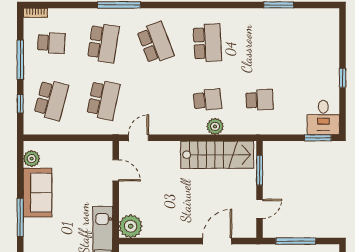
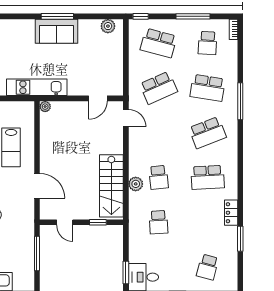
locker: (248, 15) -> (231, 213), added
school desk: (312, 43) -> (208, 267), added
school desk: (103, 100) -> (159, 88), turned -36
window: (20, 104) -> (141, 16), moved
window: (260, 170) -> (98, 222), width x0.67
sofa: (38, 193) -> (56, 31), moved
plant: (131, 226) -> (45, 107), width x0.53, depth x0.53

